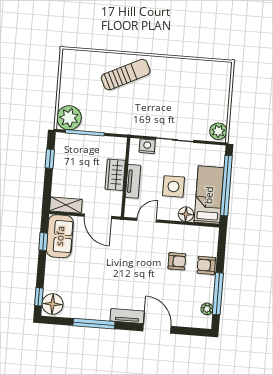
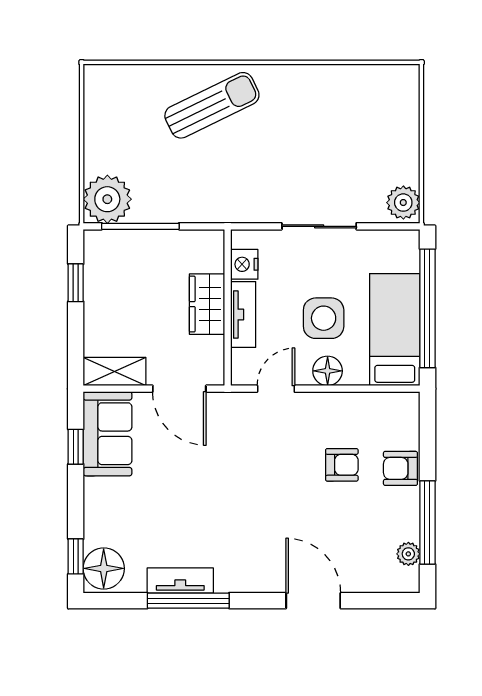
nightstand: (147, 146) -> (244, 264), moved, turned -90
floor lamp: (186, 214) -> (328, 371), moved
tv unit: (127, 316) -> (180, 580), moved

